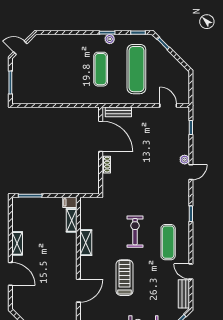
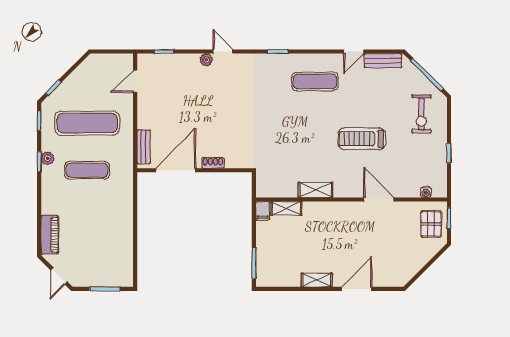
piano: (52, 41) -> (50, 235), added
exercise bike: (135, 232) -> (301, 125), removed

